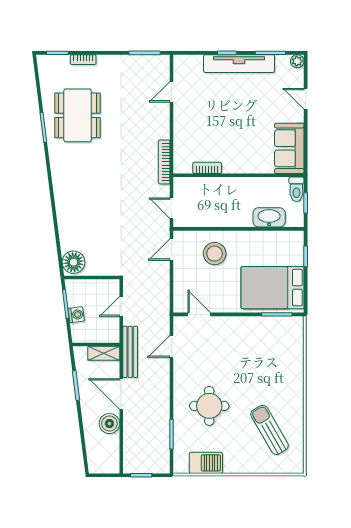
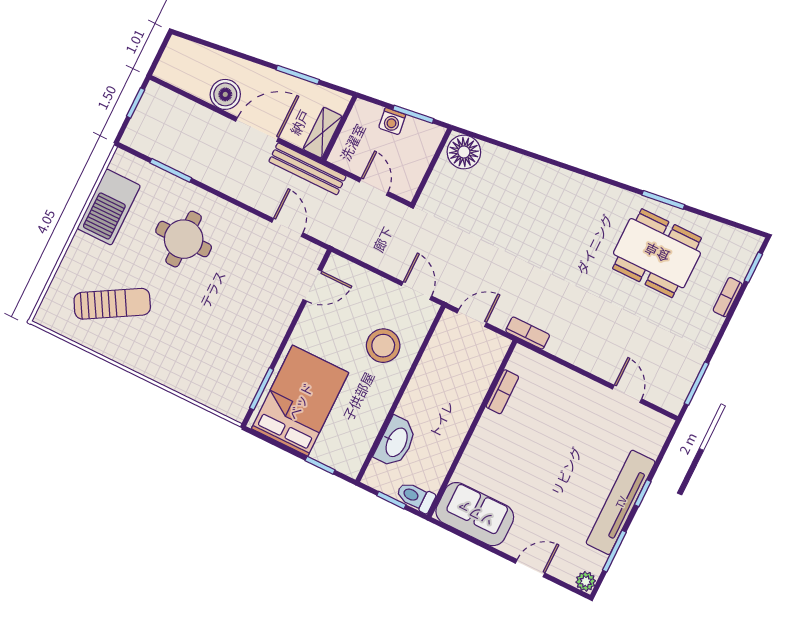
bookcase: (164, 162) -> (528, 333), width x0.64
barbecue: (206, 463) -> (109, 207), width x1.37, depth x1.21

